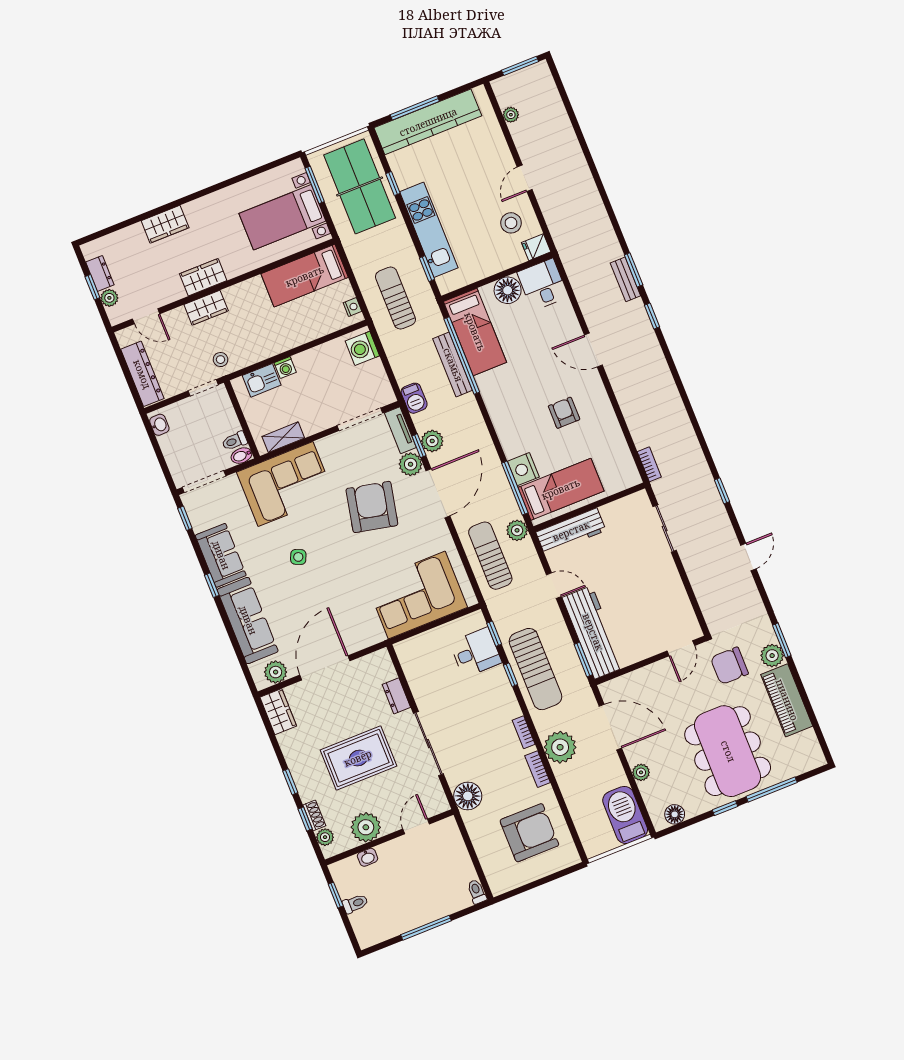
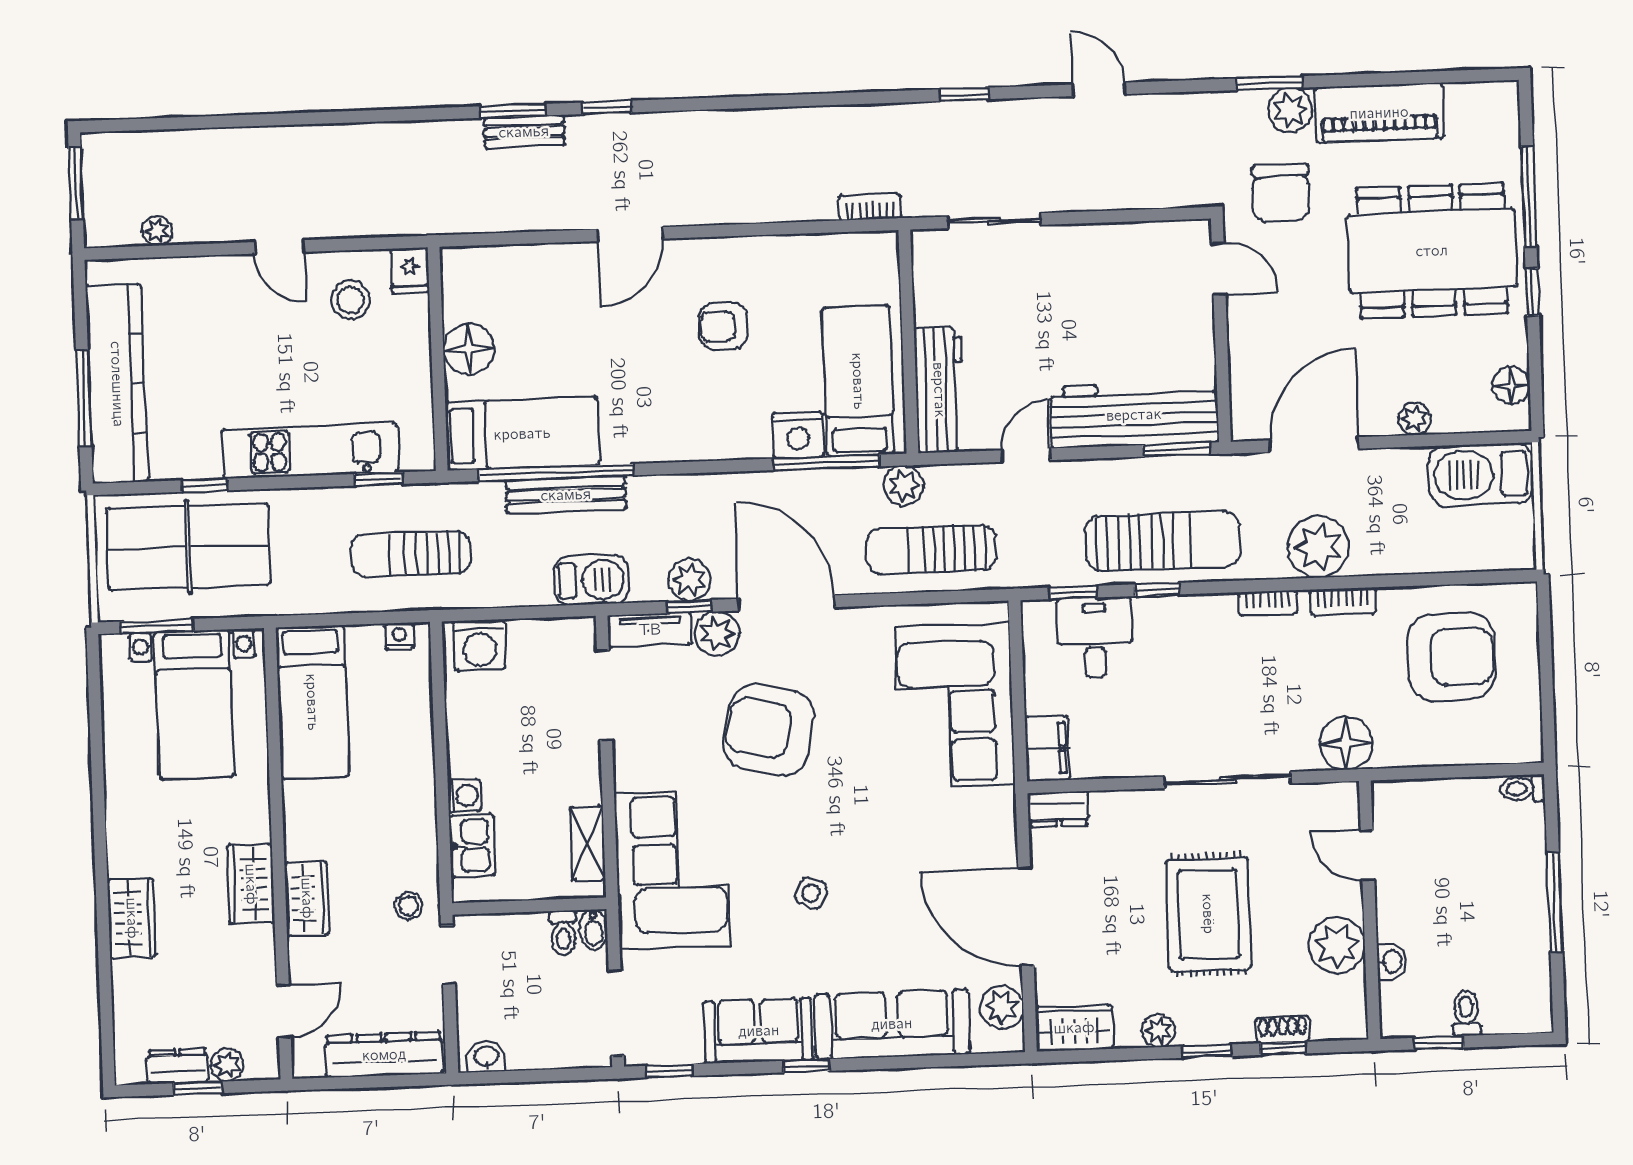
desk: (543, 285) -> (481, 283), removed
barbecue: (414, 398) -> (591, 580), width x1.38, depth x1.27
filing cabinet: (412, 648) -> (1047, 748), added
dresser: (396, 696) -> (1058, 809), moved
armchair: (529, 833) -> (1451, 657), turned 90
plant: (325, 837) -> (1158, 1031), moved

